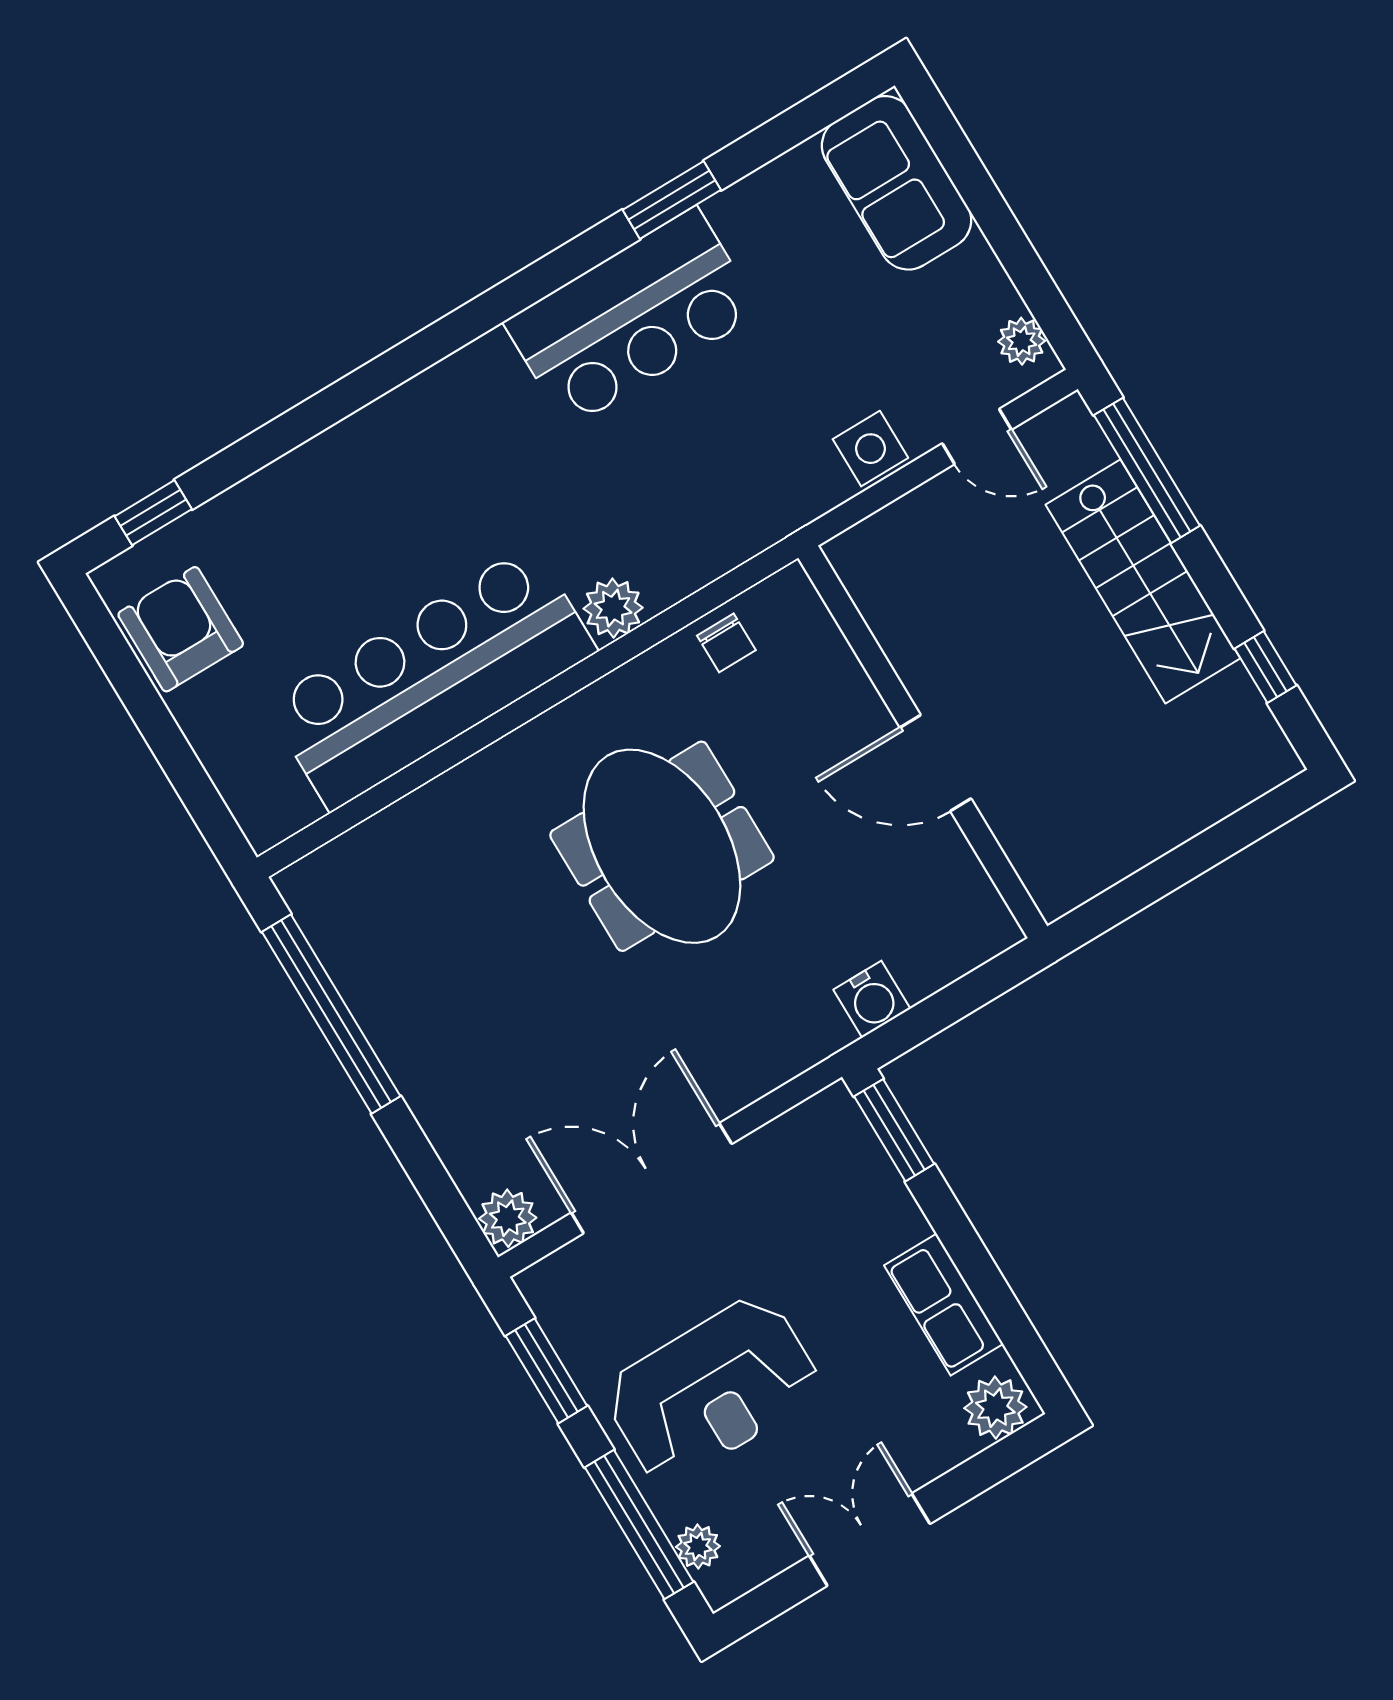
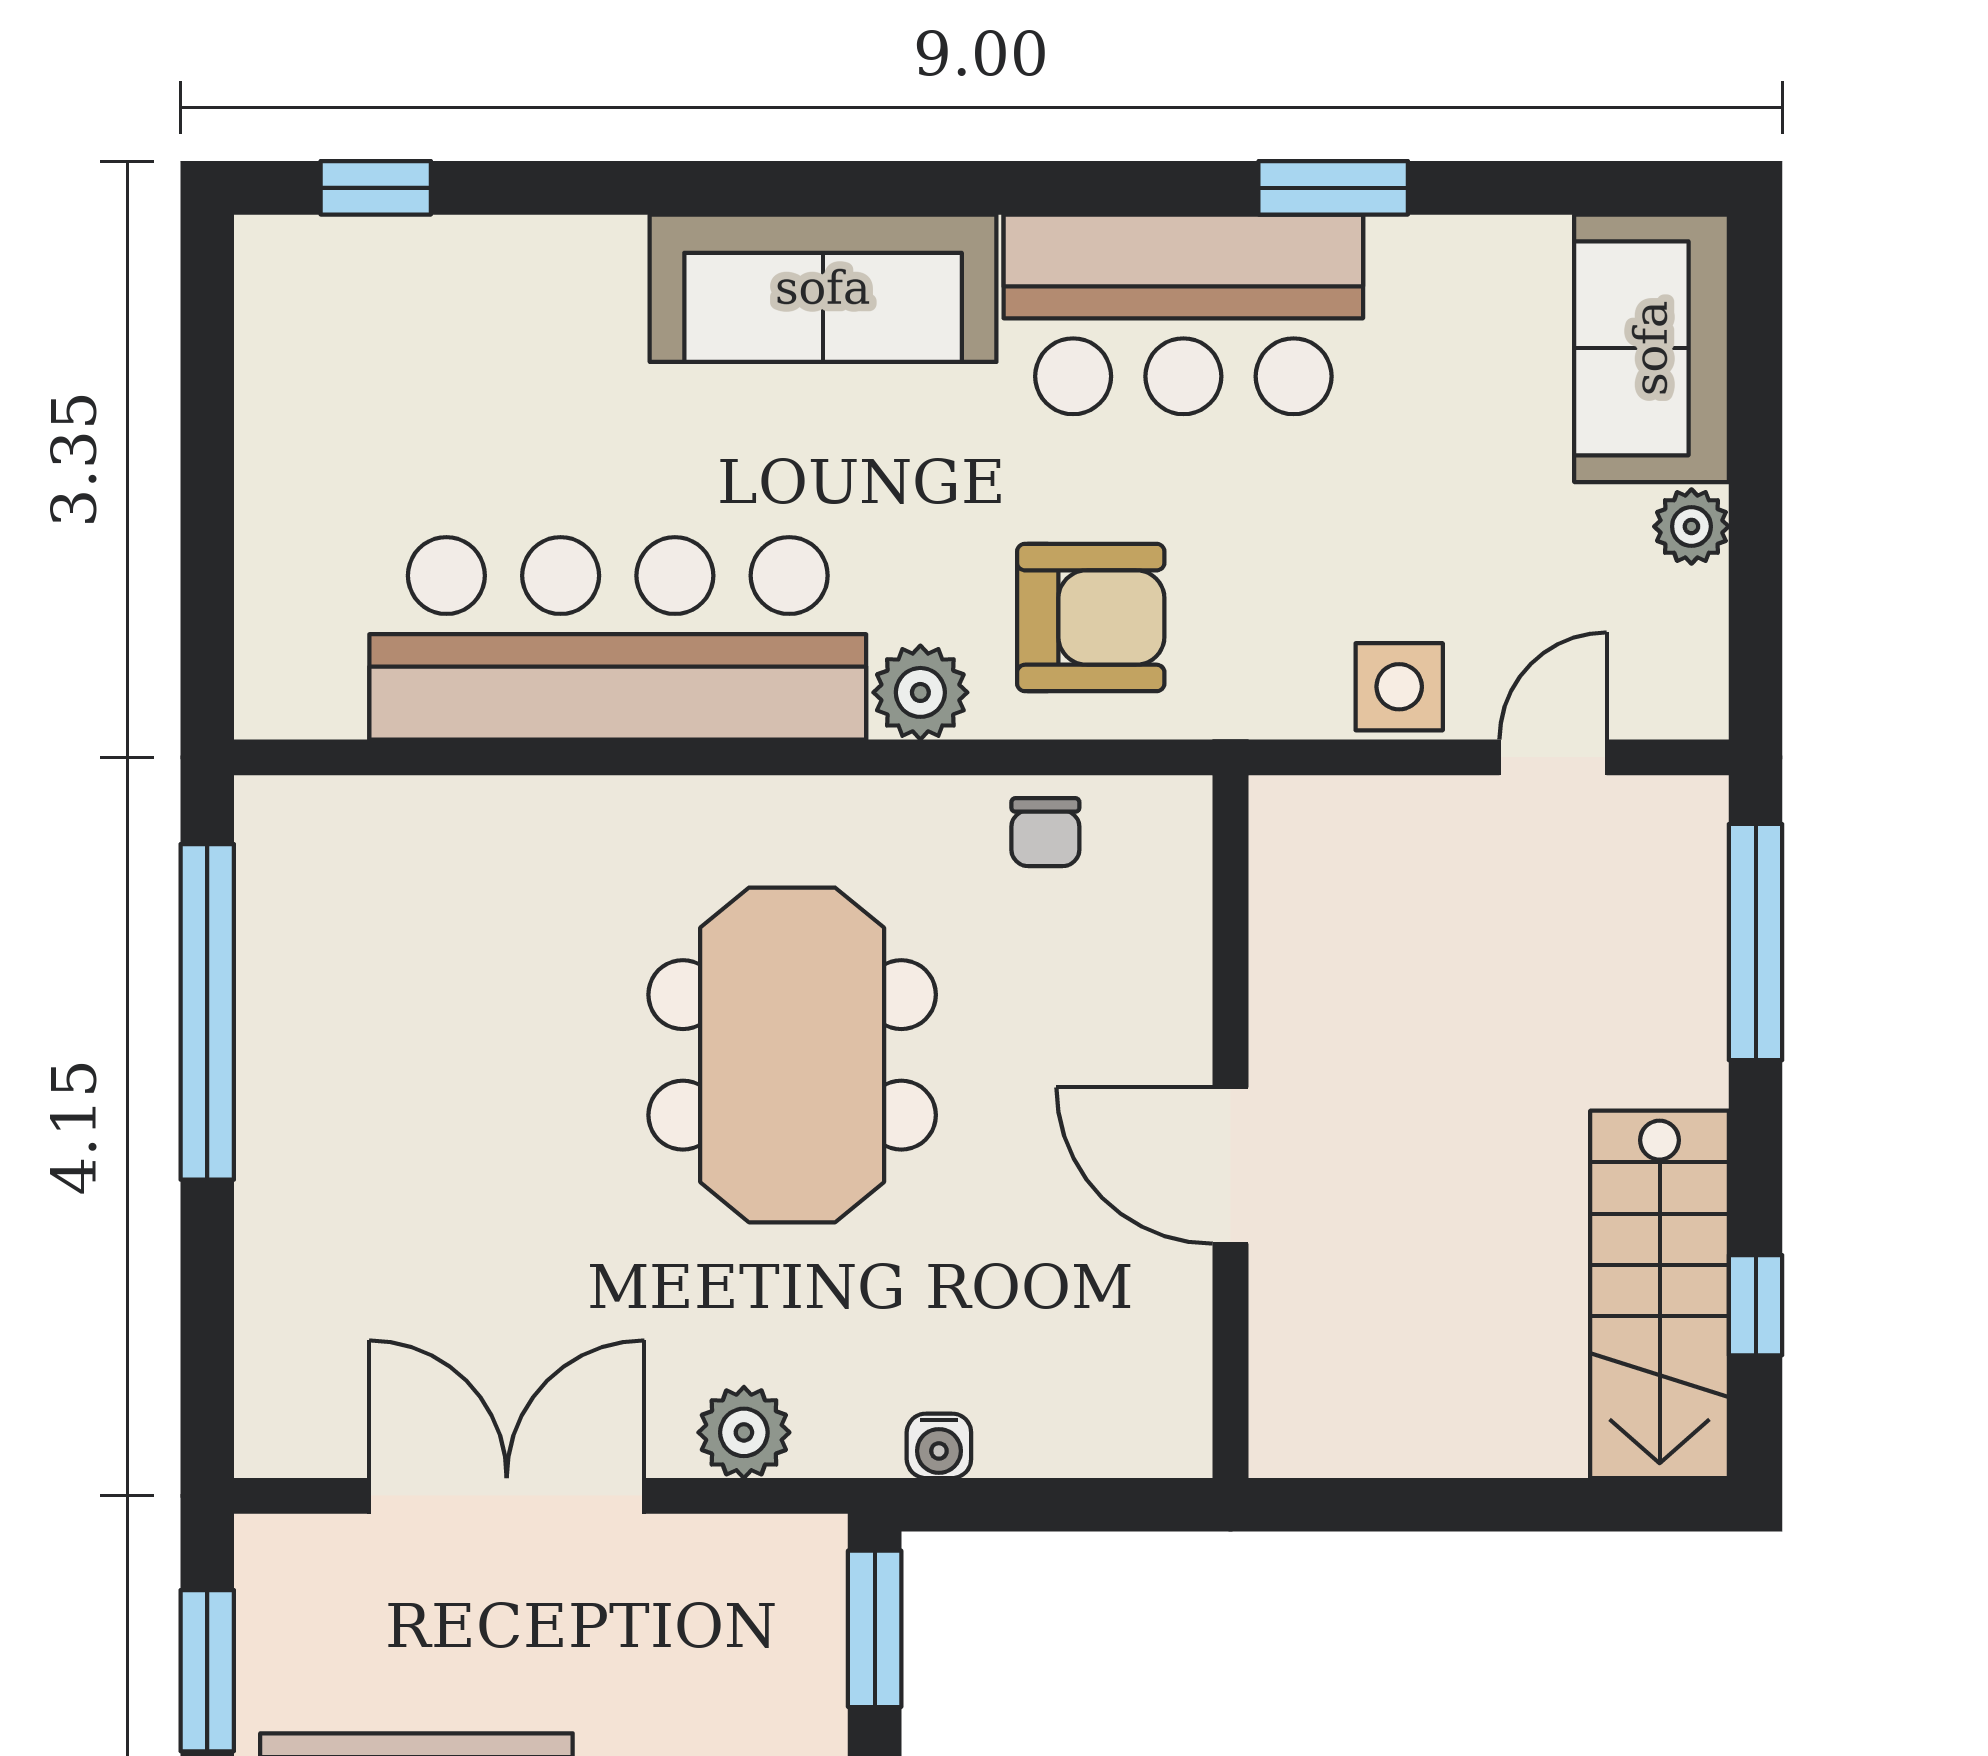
plant: (1022, 341) -> (1691, 526), moved
sofa: (428, 421) -> (823, 288), added
door: (977, 437) -> (1553, 757), swing flipped
stairs: (1143, 581) -> (1660, 1294), moved
armchair: (181, 629) -> (1091, 618), moved, turned 90
water cooler: (872, 999) -> (939, 1446), width x0.72, depth x0.72
plant: (508, 1218) -> (744, 1432), moved

